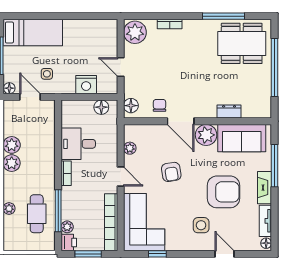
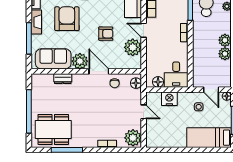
desk: (78, 144) -> (176, 75), moved, turned 90
plant: (130, 148) -> (133, 47), width x1.88, depth x1.88
armchair: (171, 172) -> (106, 34), turned 99
armchair: (223, 192) -> (67, 19), turned 90

